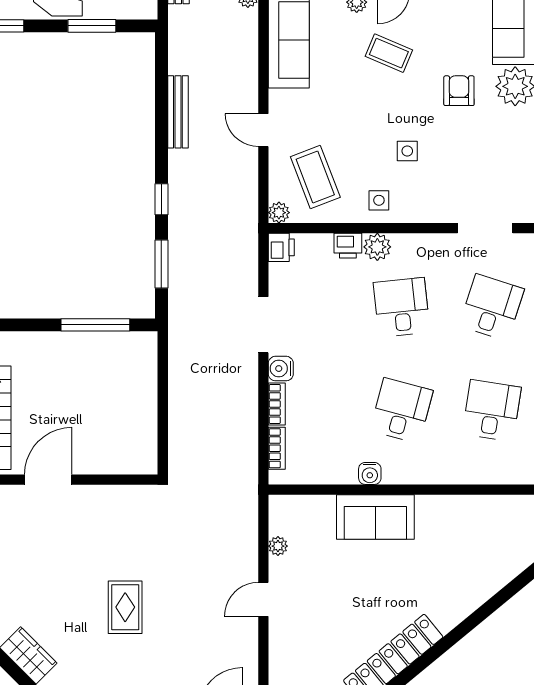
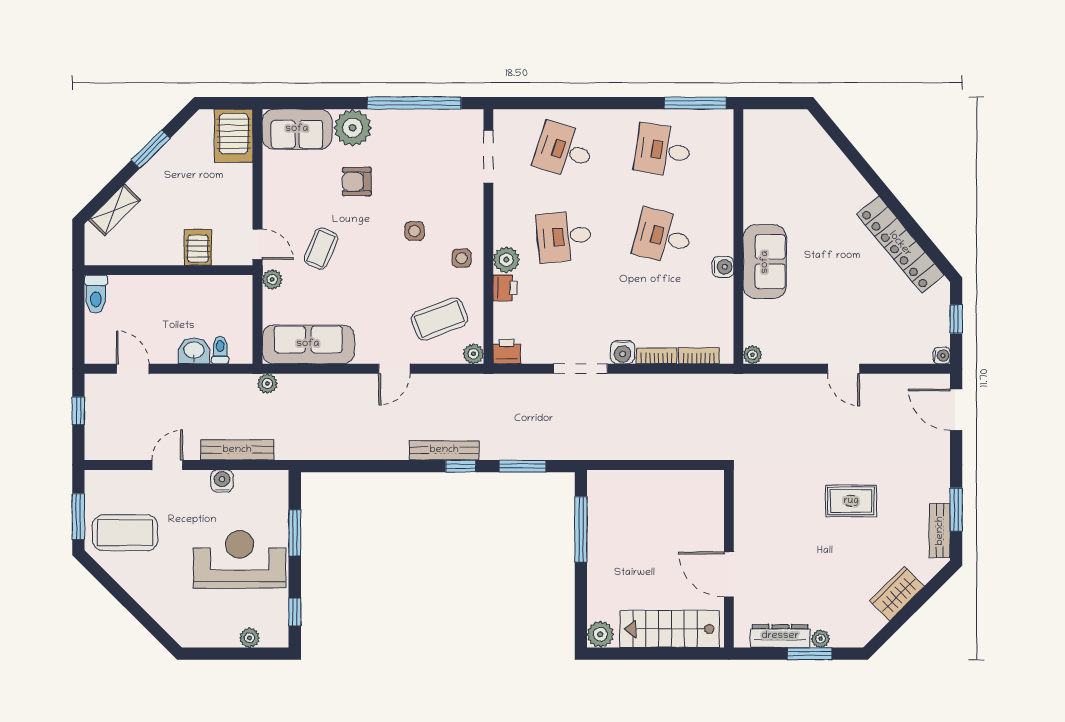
bench: (178, 112) -> (444, 450), moved
plant: (278, 546) -> (752, 355), moved

